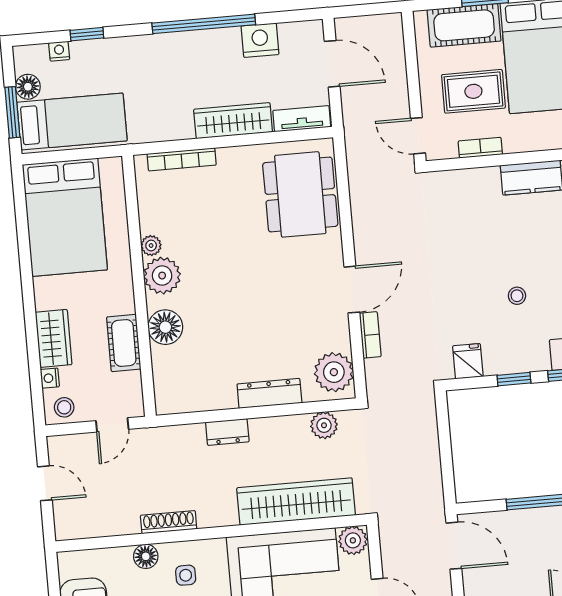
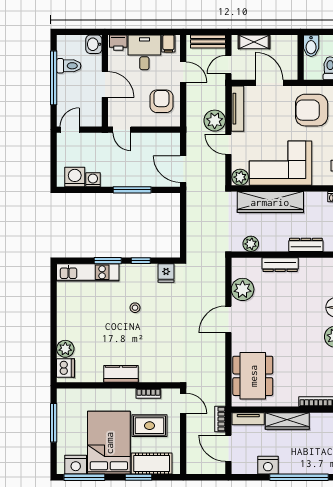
bookcase: (370, 335) -> (220, 419), moved
plant: (334, 372) -> (243, 289), moved
dresser: (227, 432) -> (306, 245), width x1.44

